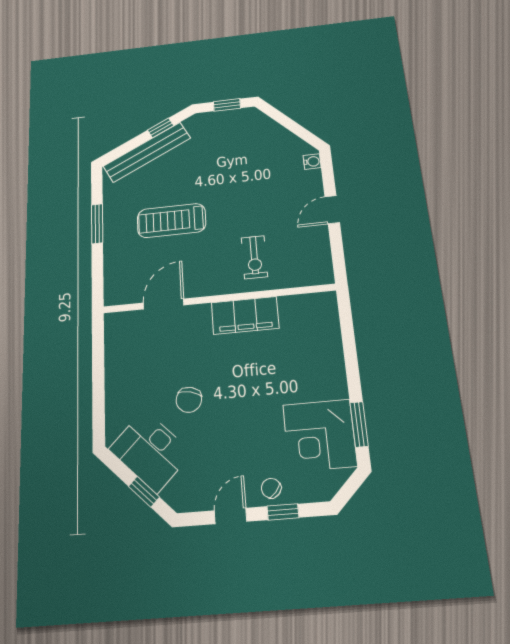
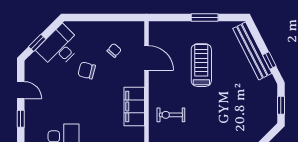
chair: (271, 488) -> (114, 50), moved

